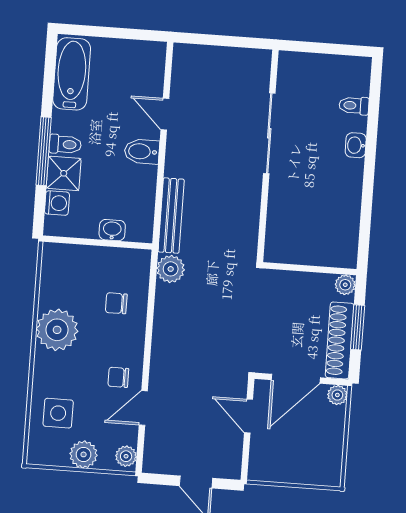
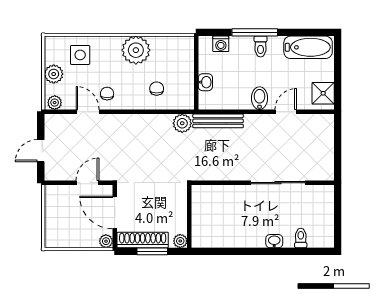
shower: (64, 173) -> (323, 93), moved

